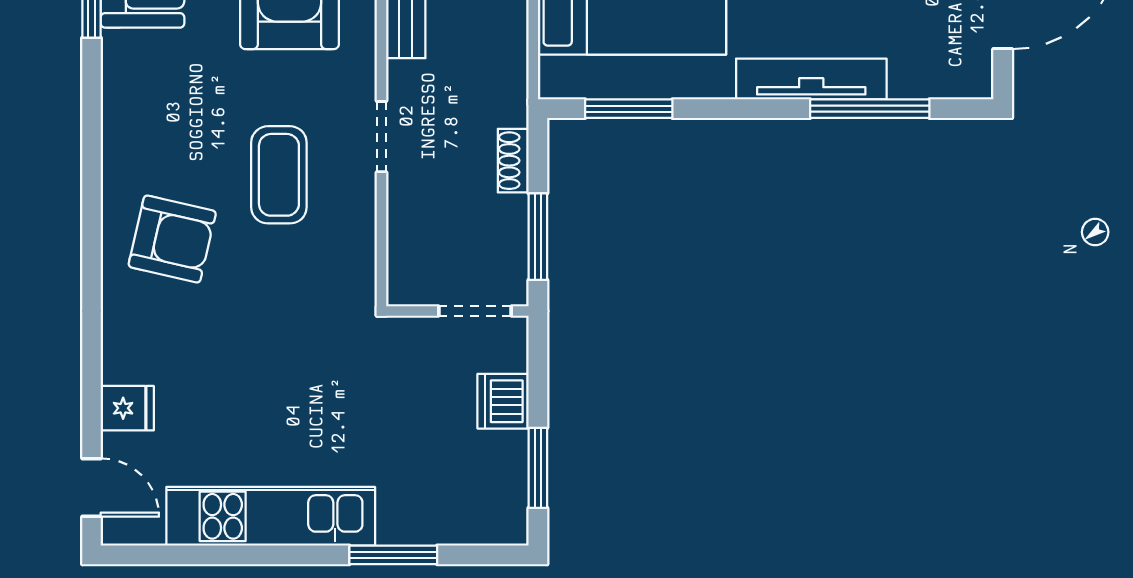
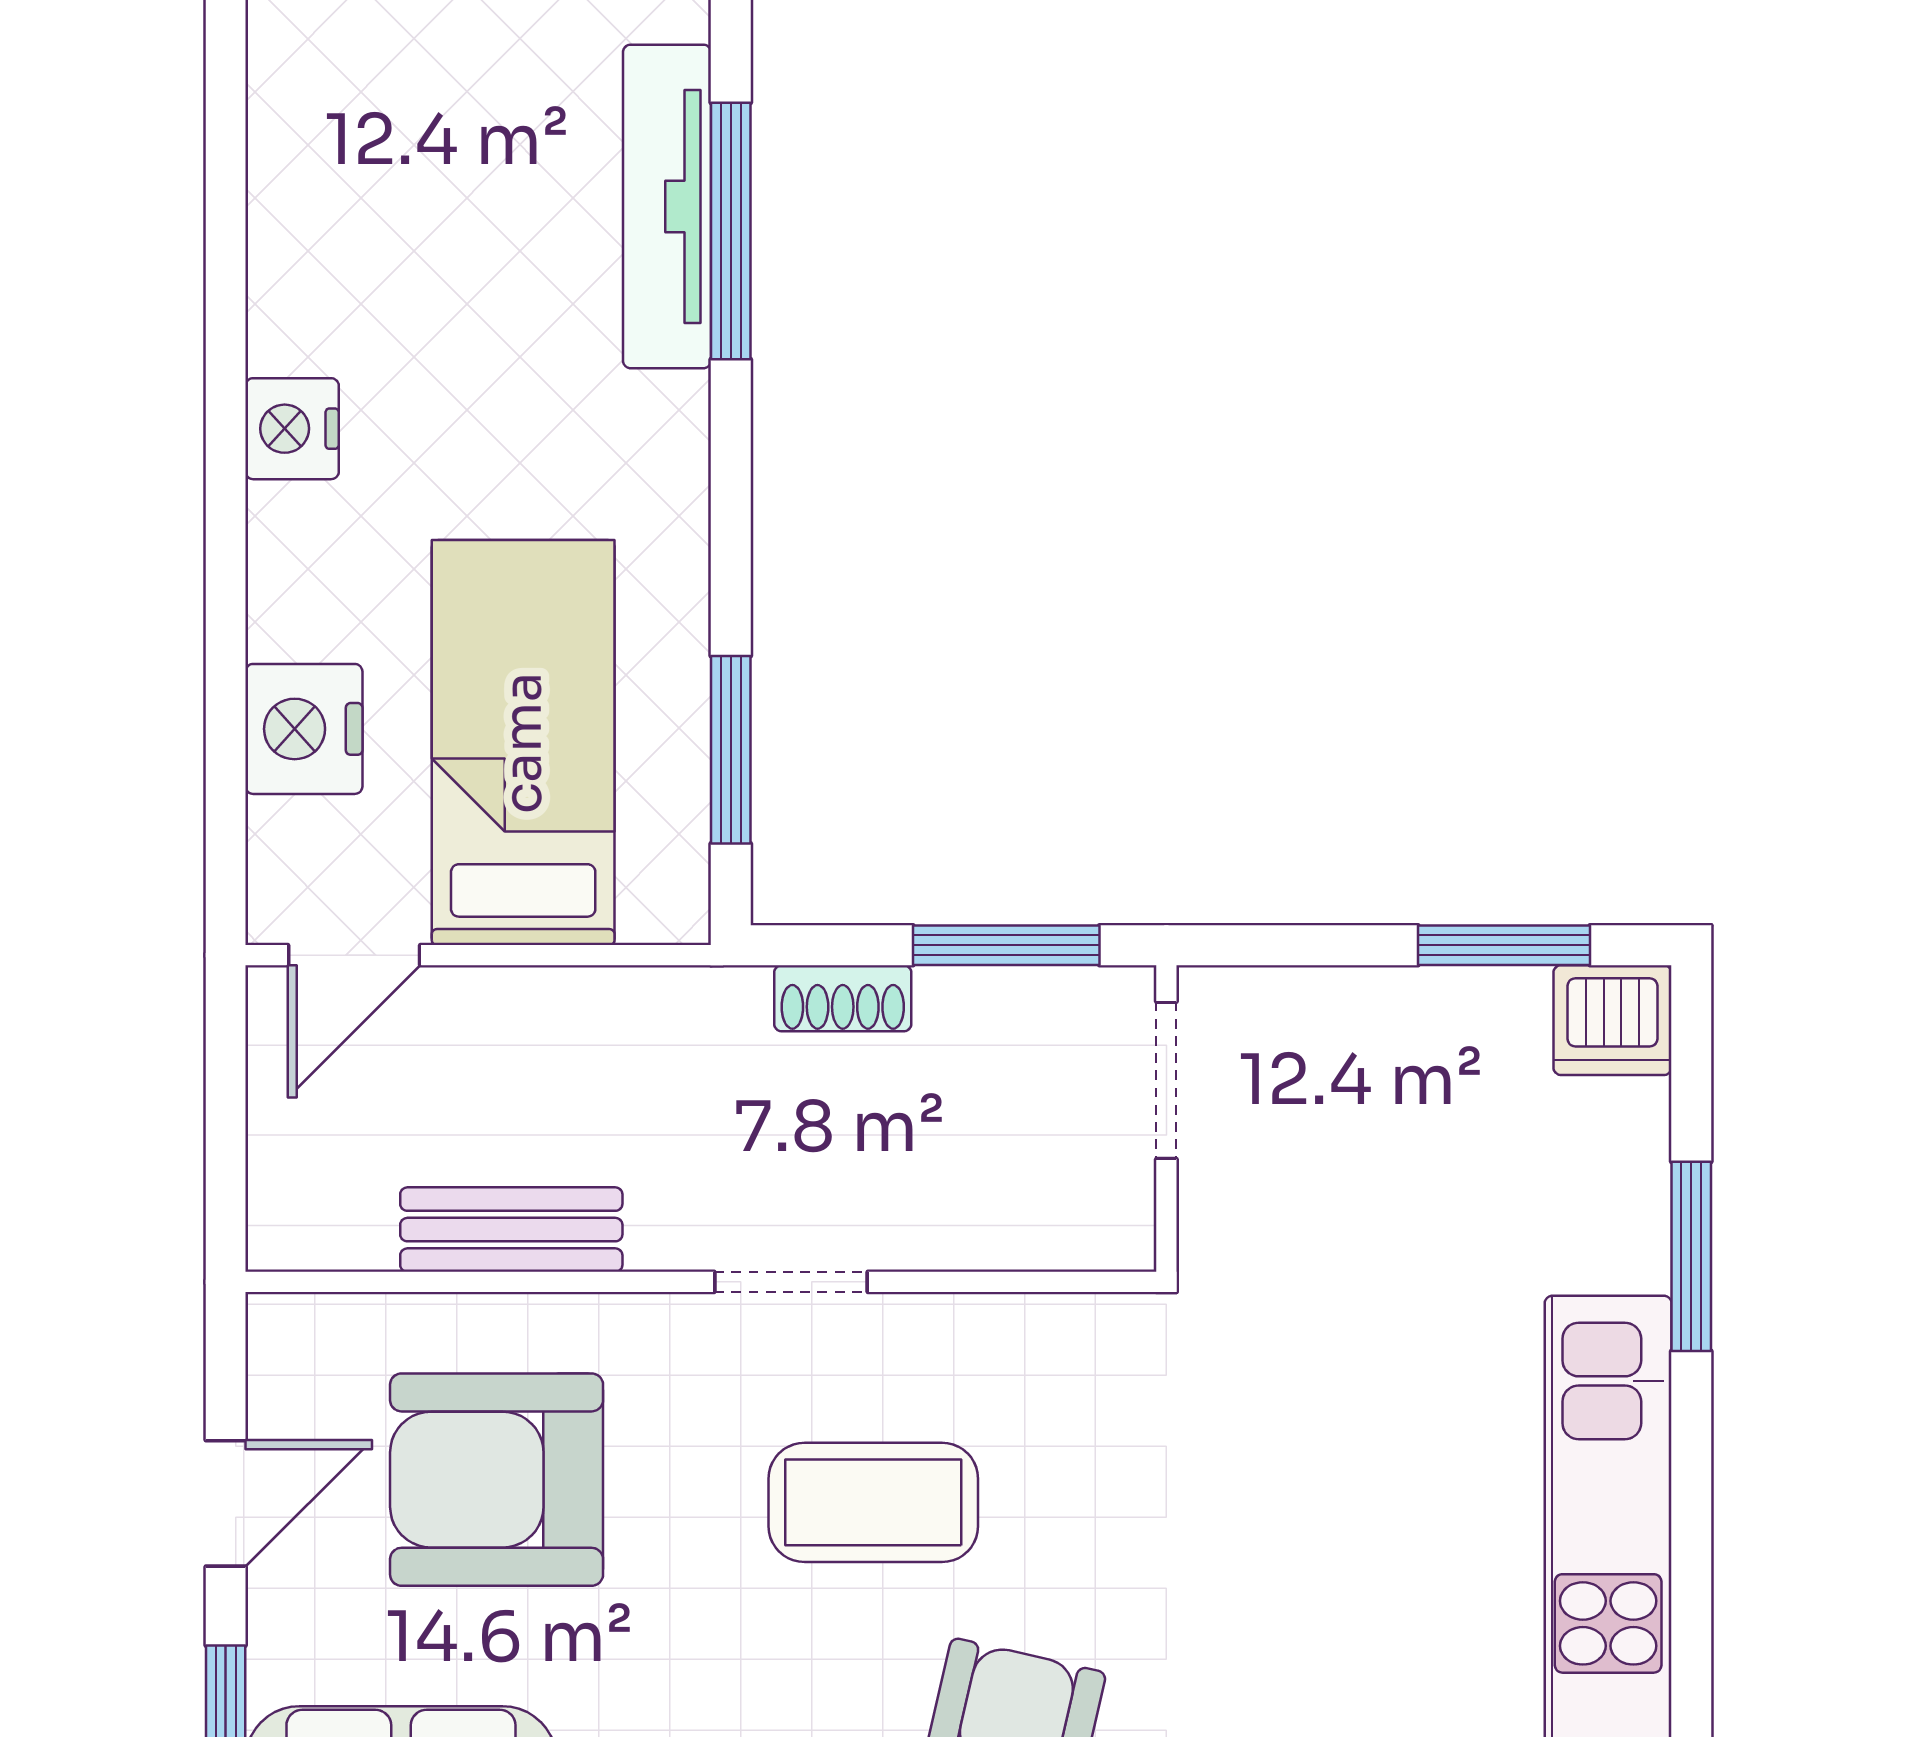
tv unit: (811, 79) -> (667, 206), moved
dishwasher: (503, 401) -> (1612, 1020), moved

